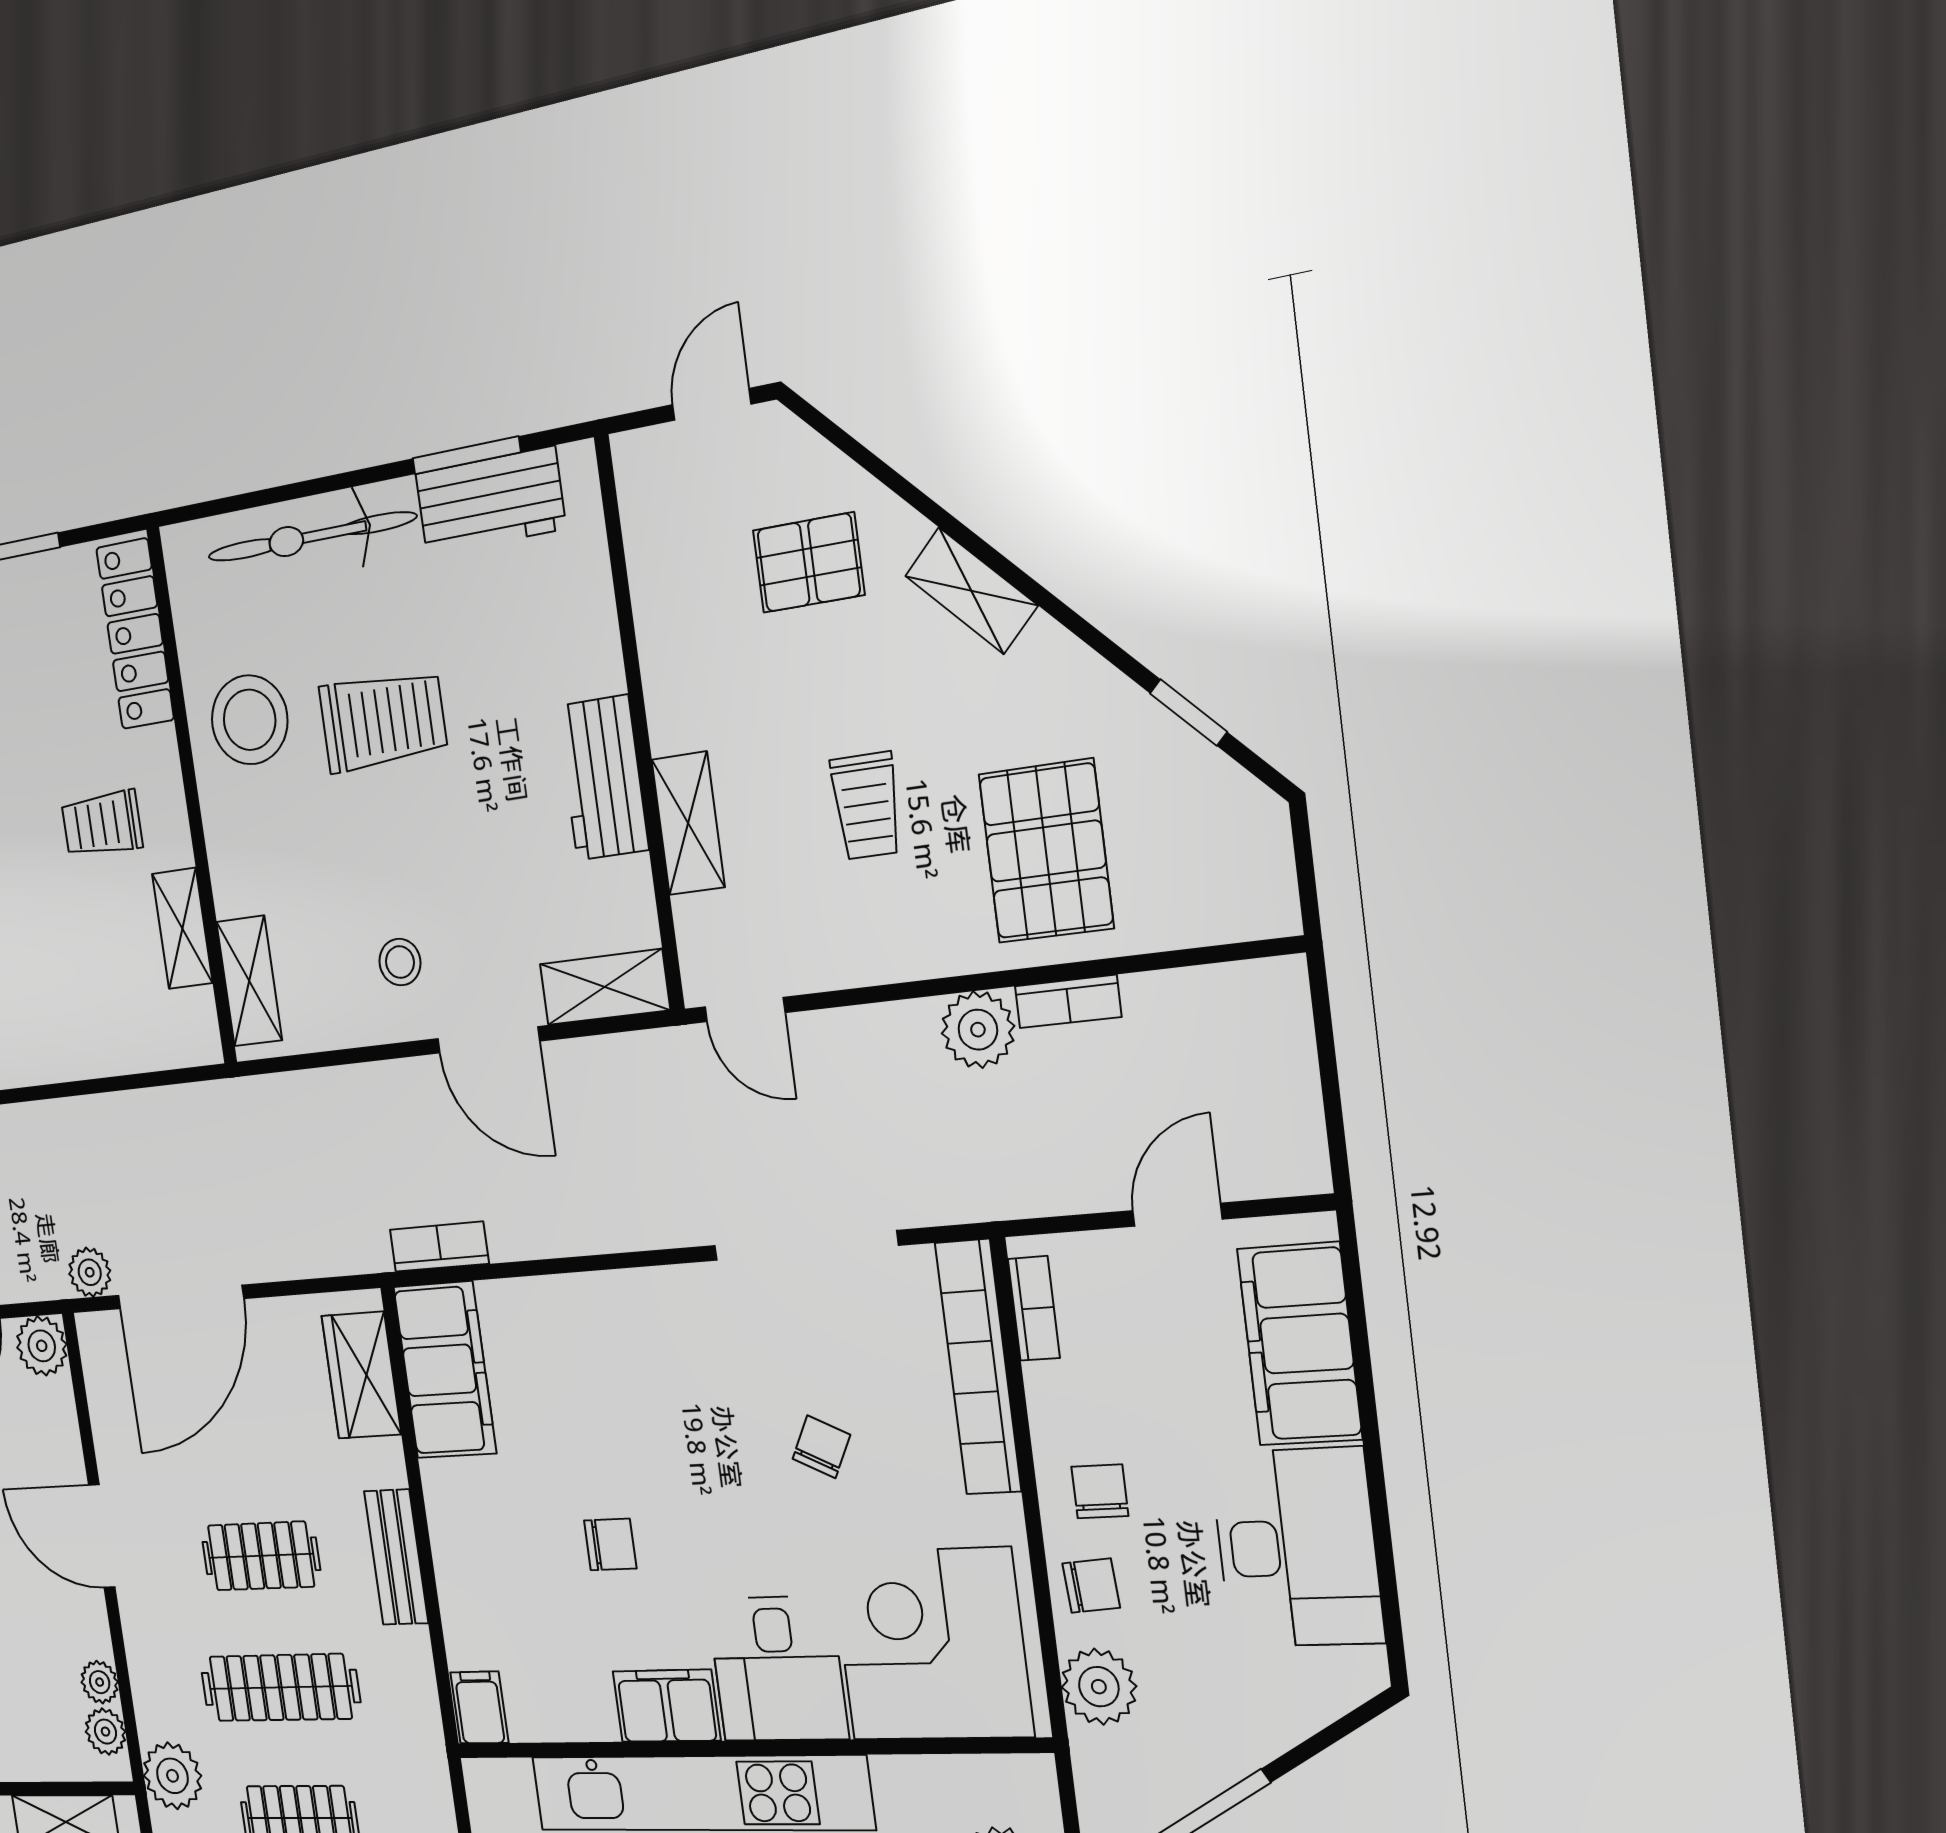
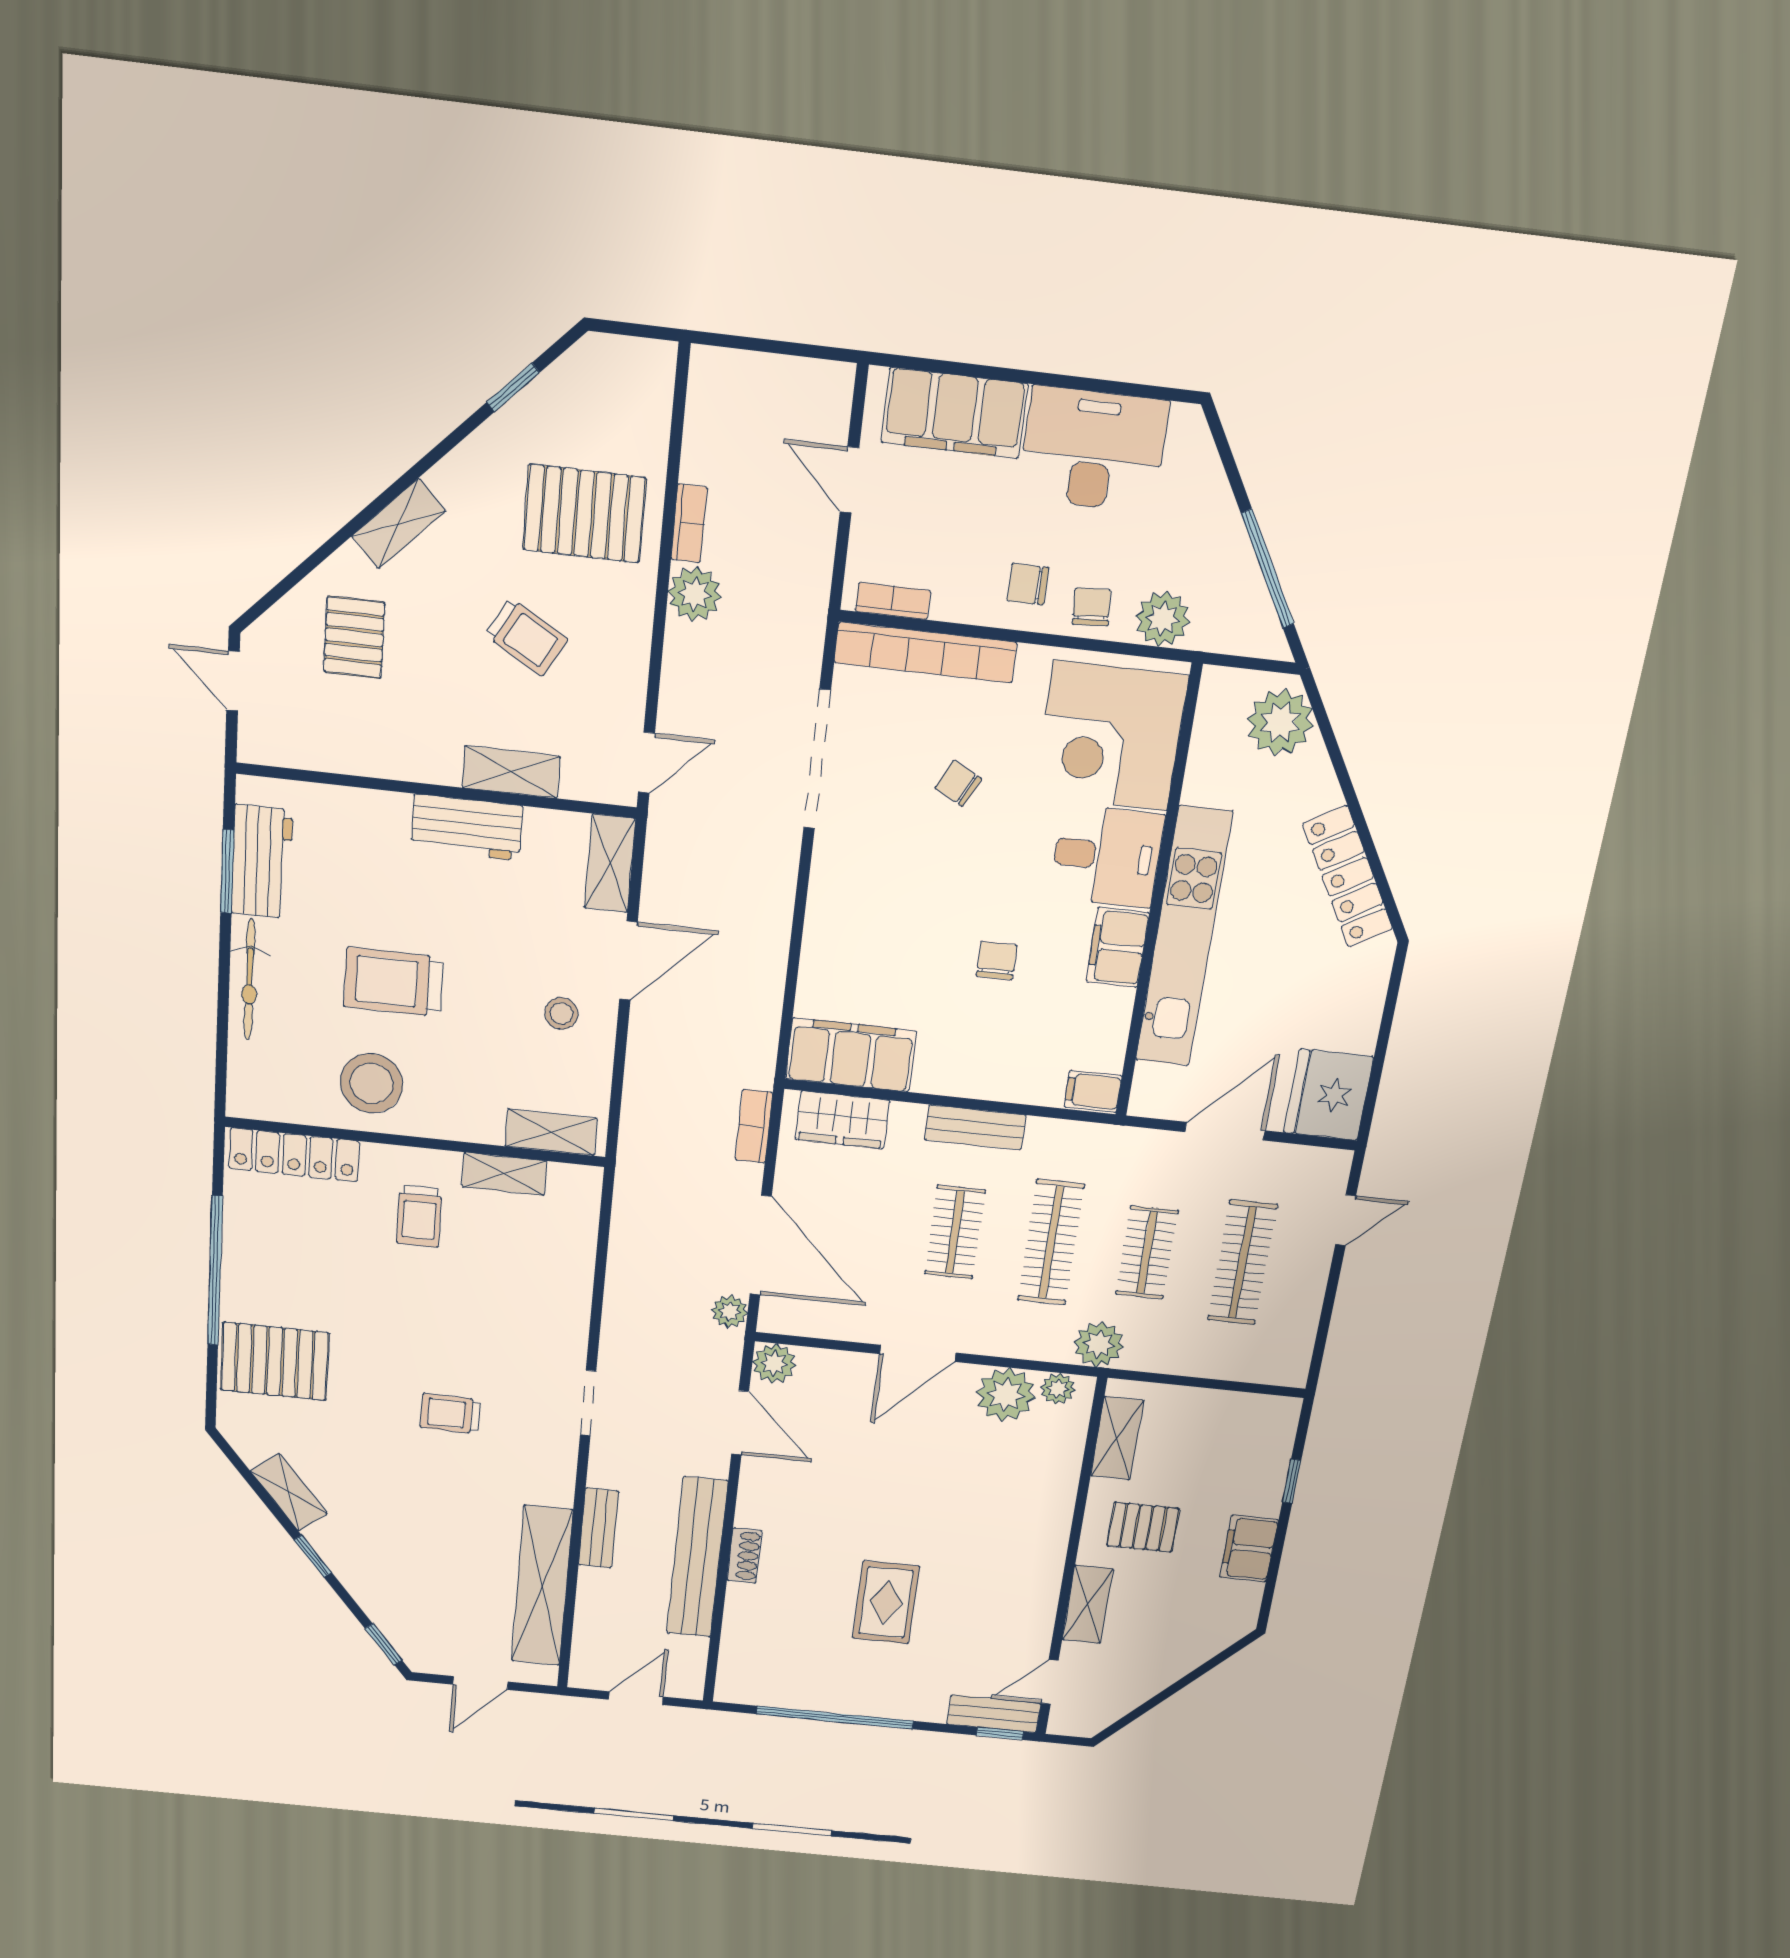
bicycle: (311, 537) -> (250, 980), width x0.73, depth x0.71
trolley: (383, 721) -> (393, 982), turned -90
trolley: (866, 806) -> (527, 637), turned 30
bookcase: (439, 1247) -> (754, 1126), moved
plant: (100, 1682) -> (1006, 1395), width x1.88, depth x1.88

